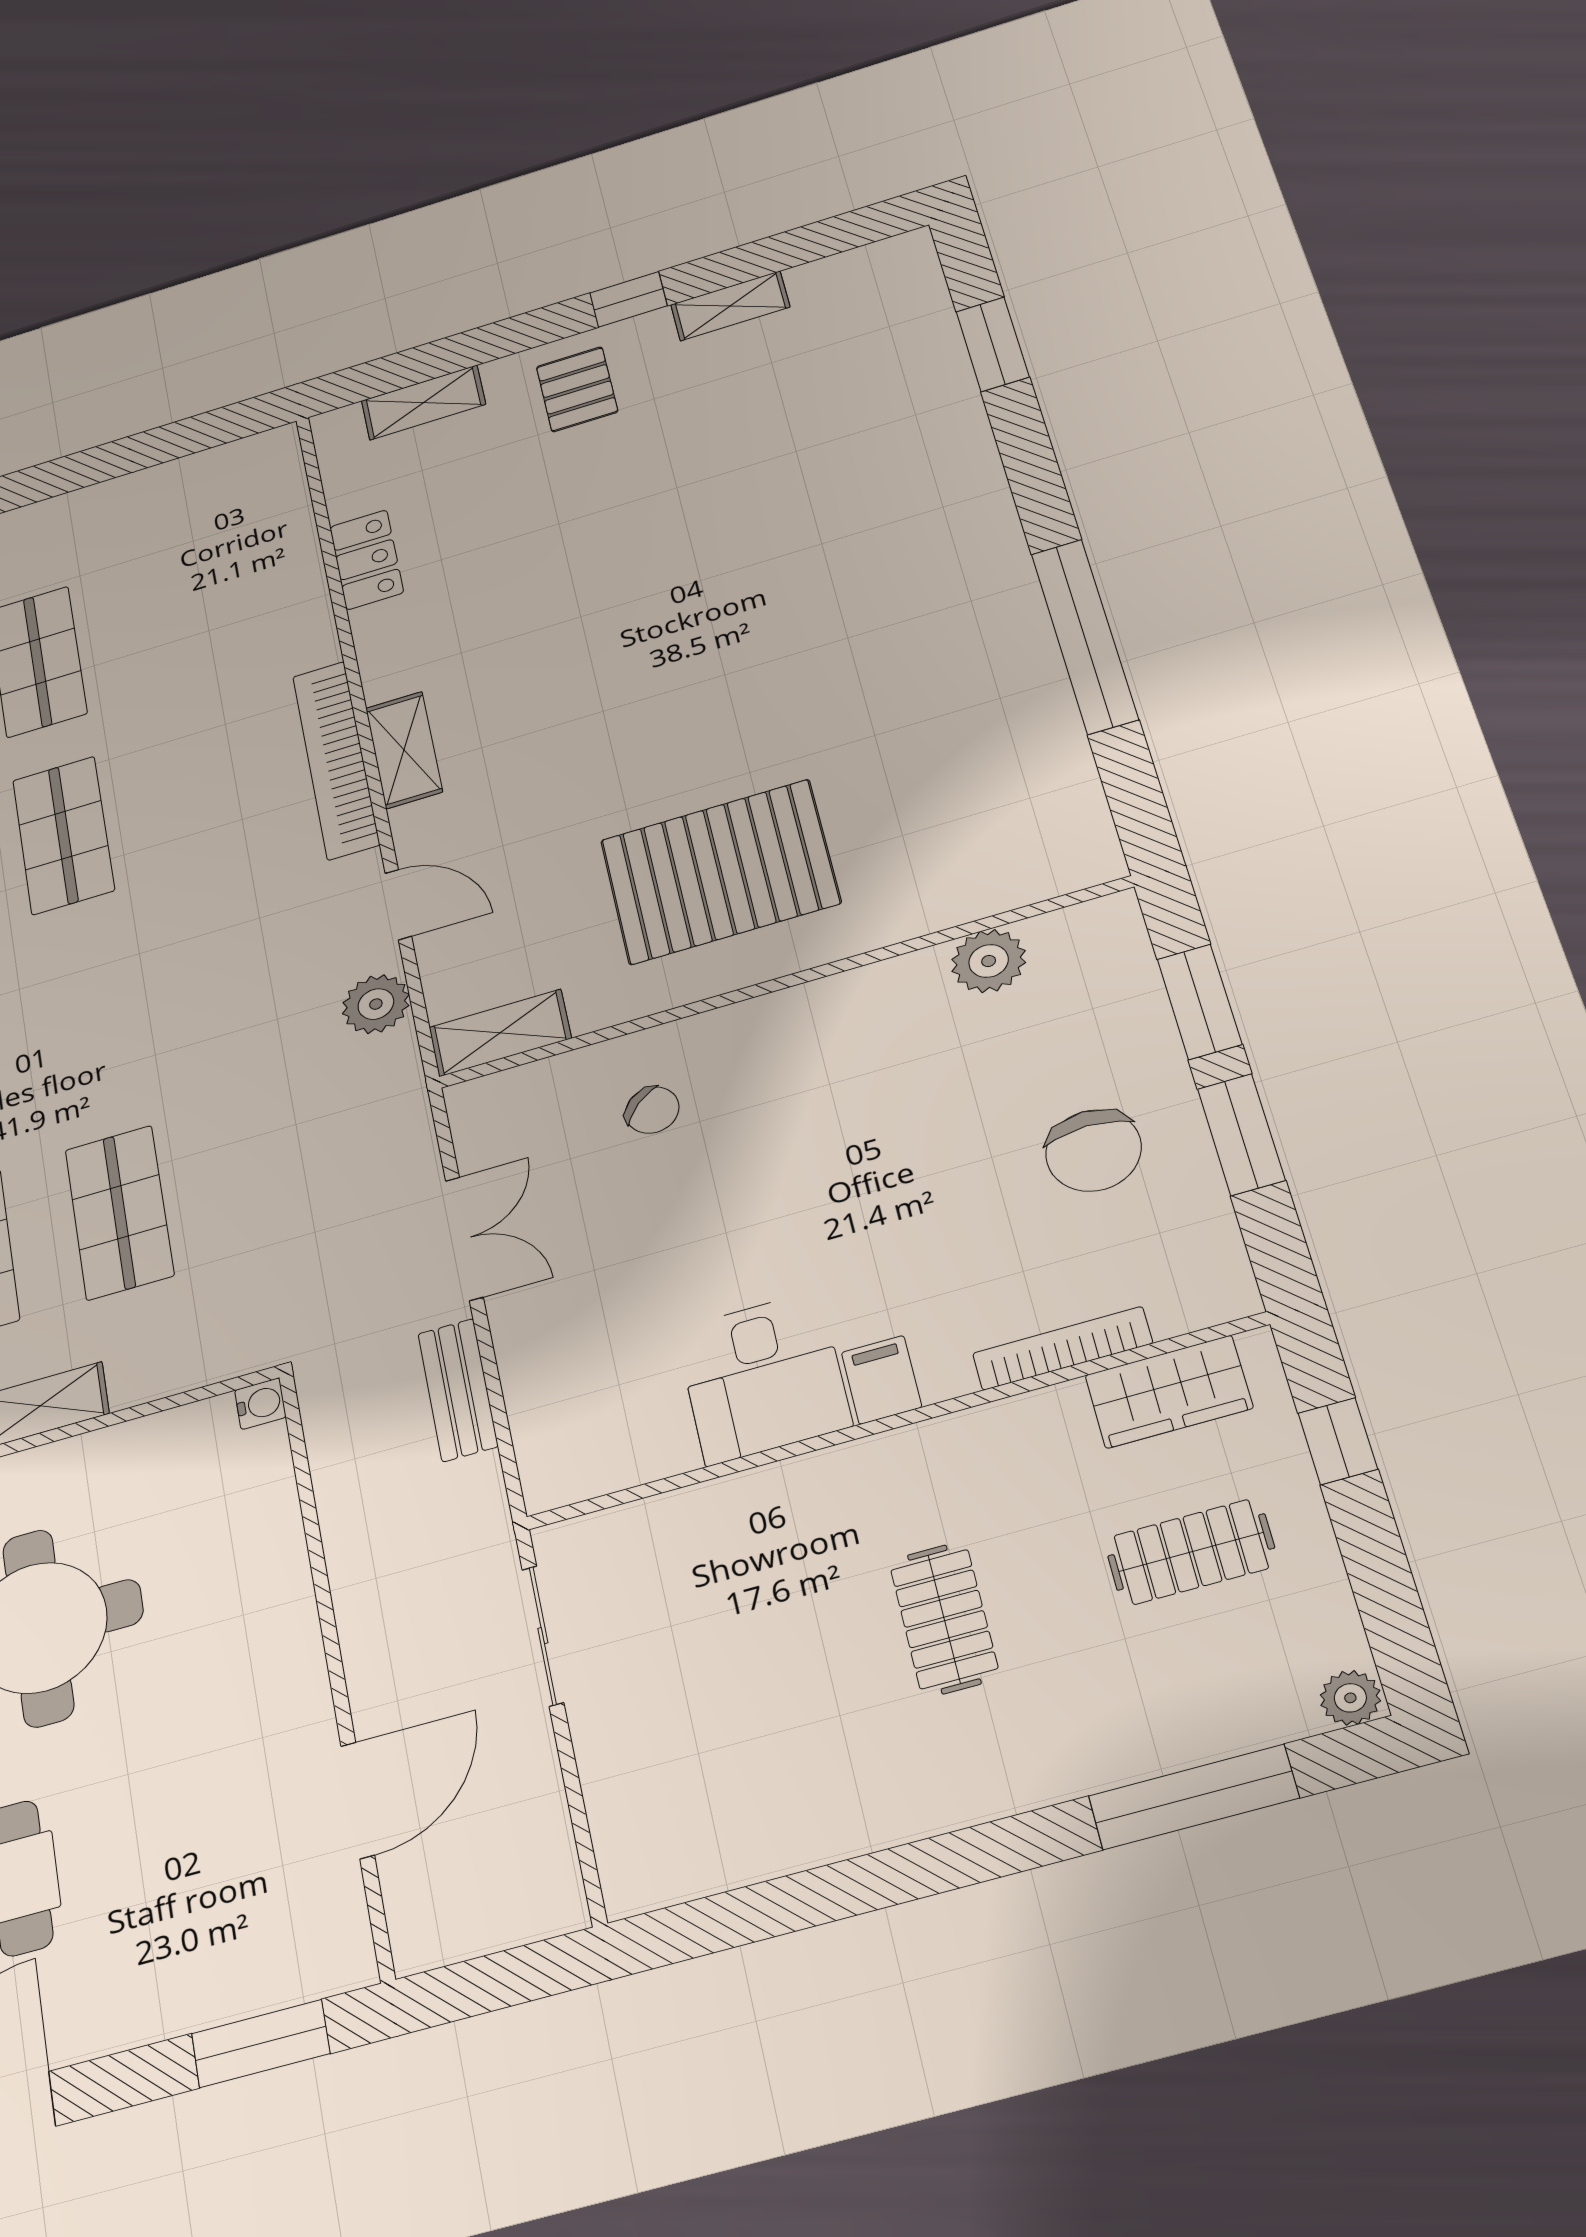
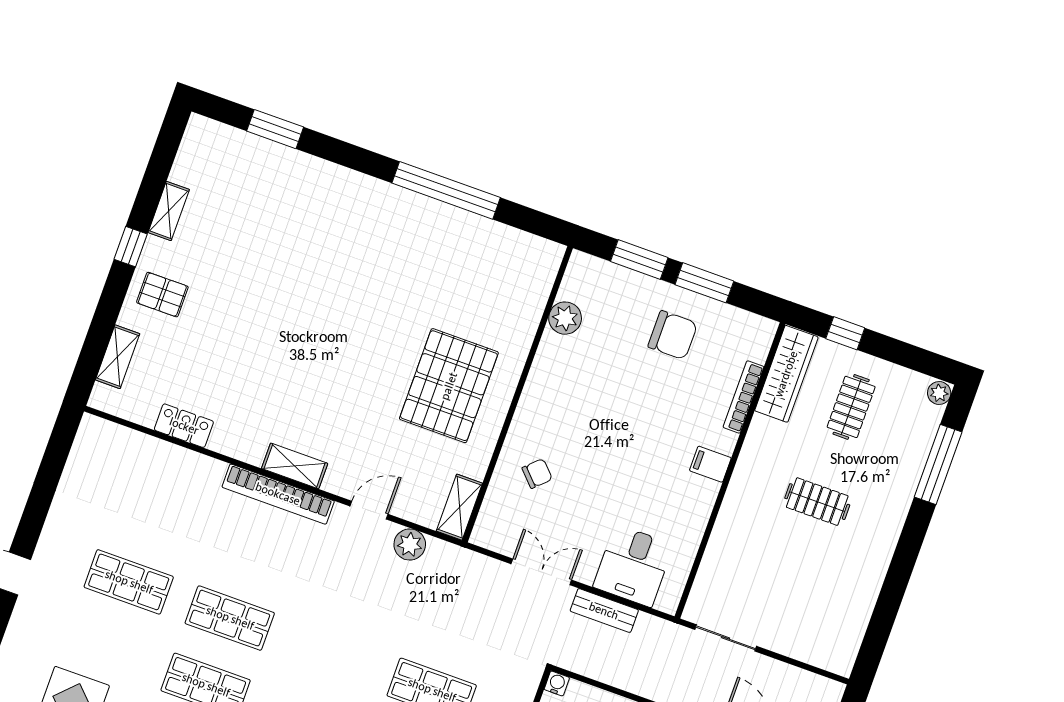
desk: (763, 1377) -> (633, 566), moved, turned 90
wardrobe: (1169, 1392) -> (786, 374), width x1.50

